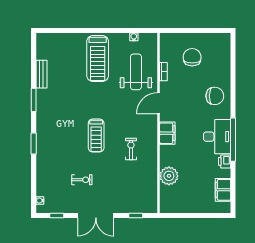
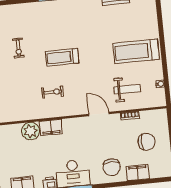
filing cabinet: (223, 70) -> (138, 173), added
weight bench: (136, 72) -> (127, 89), width x0.73, depth x0.75
filing cabinet: (167, 133) -> (51, 127), moved

